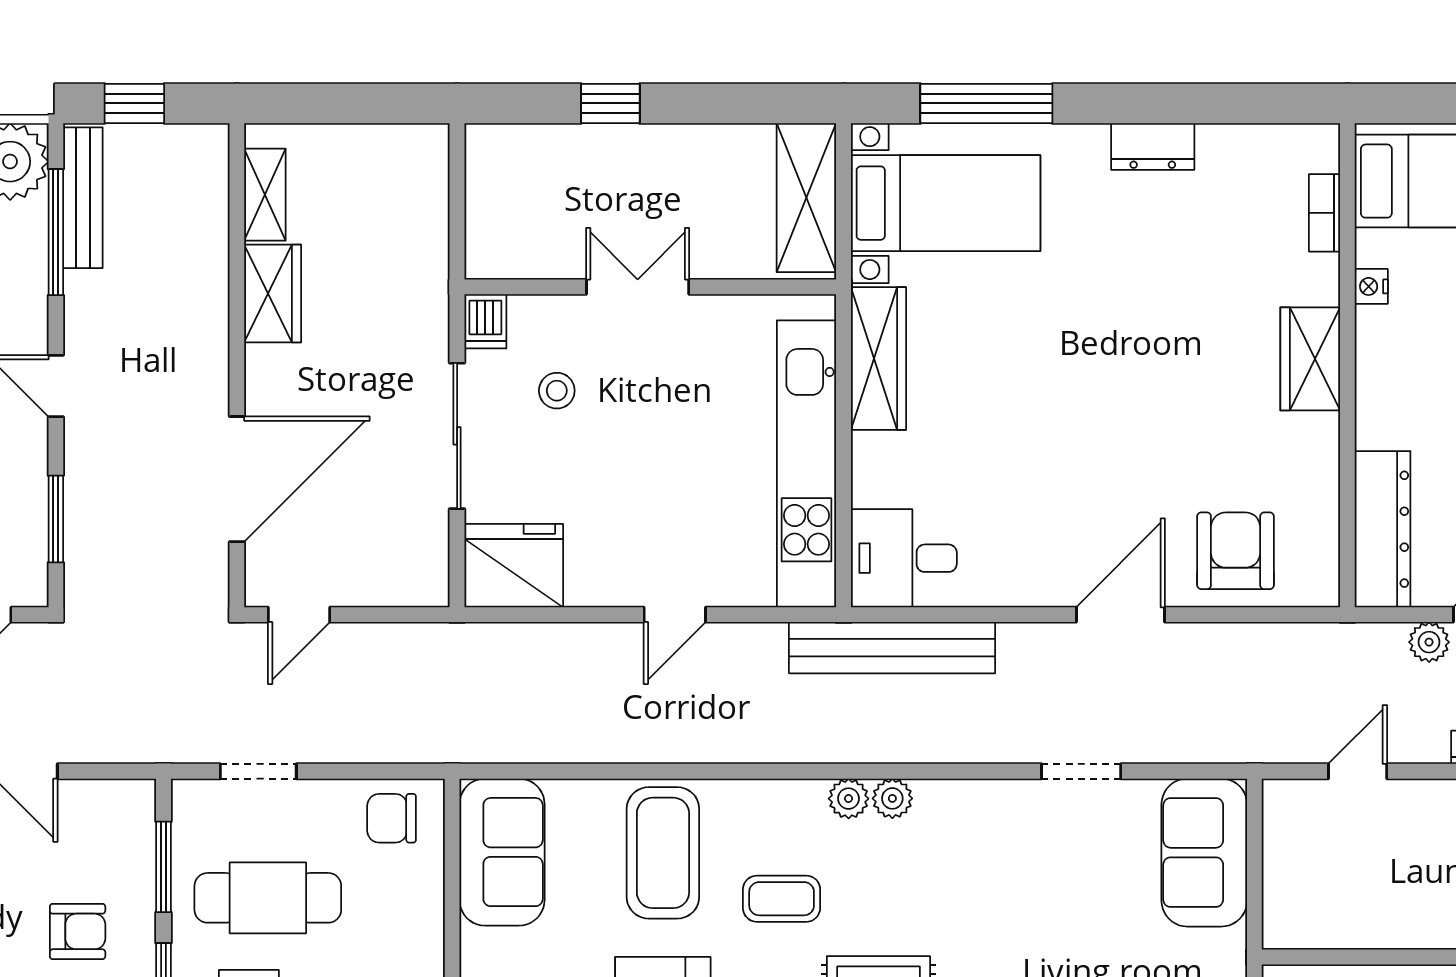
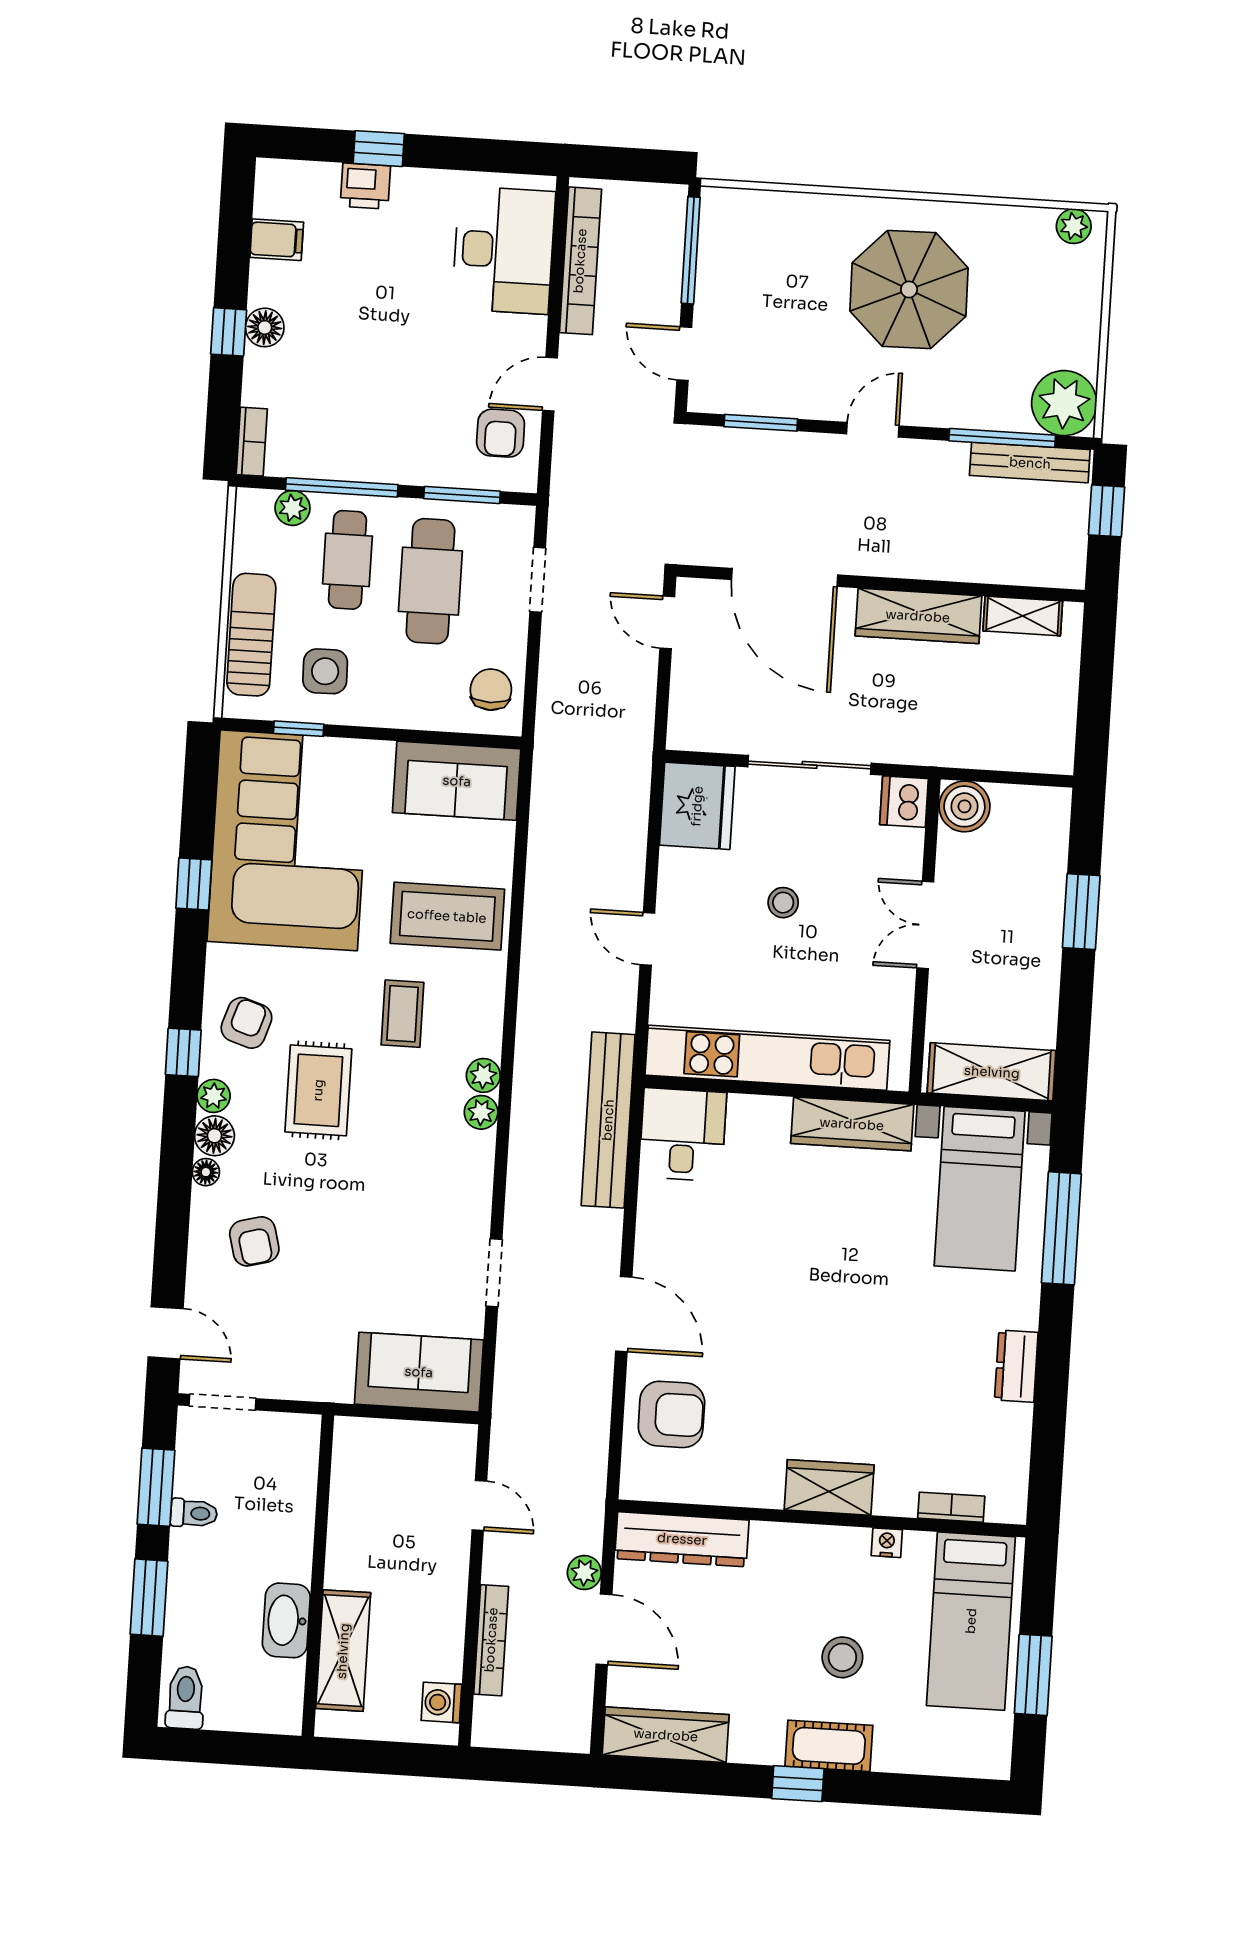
window: (610, 103) -> (1081, 912), width x1.50
boiler: (495, 249) -> (964, 806), added
double door: (638, 287) -> (925, 925), swing flipped
wardrobe: (273, 294) -> (918, 616), width x1.50
dishwasher: (485, 321) -> (904, 802), width x1.38
stool: (557, 391) -> (783, 903), moved
armchair: (78, 931) -> (501, 433), moved

